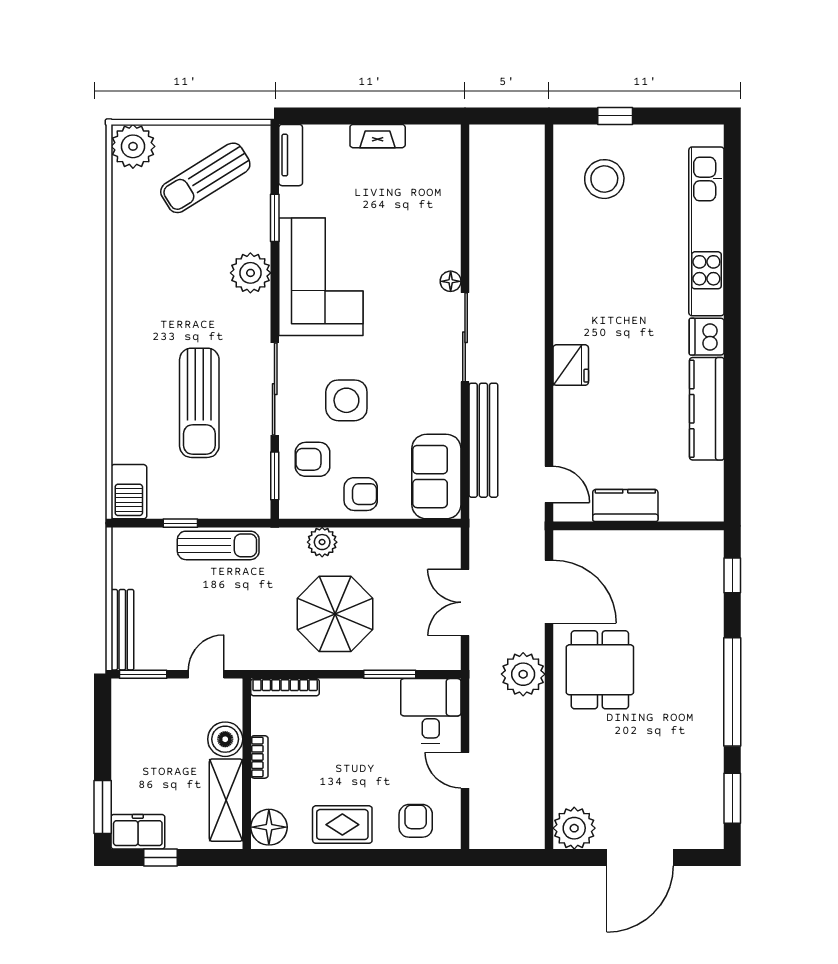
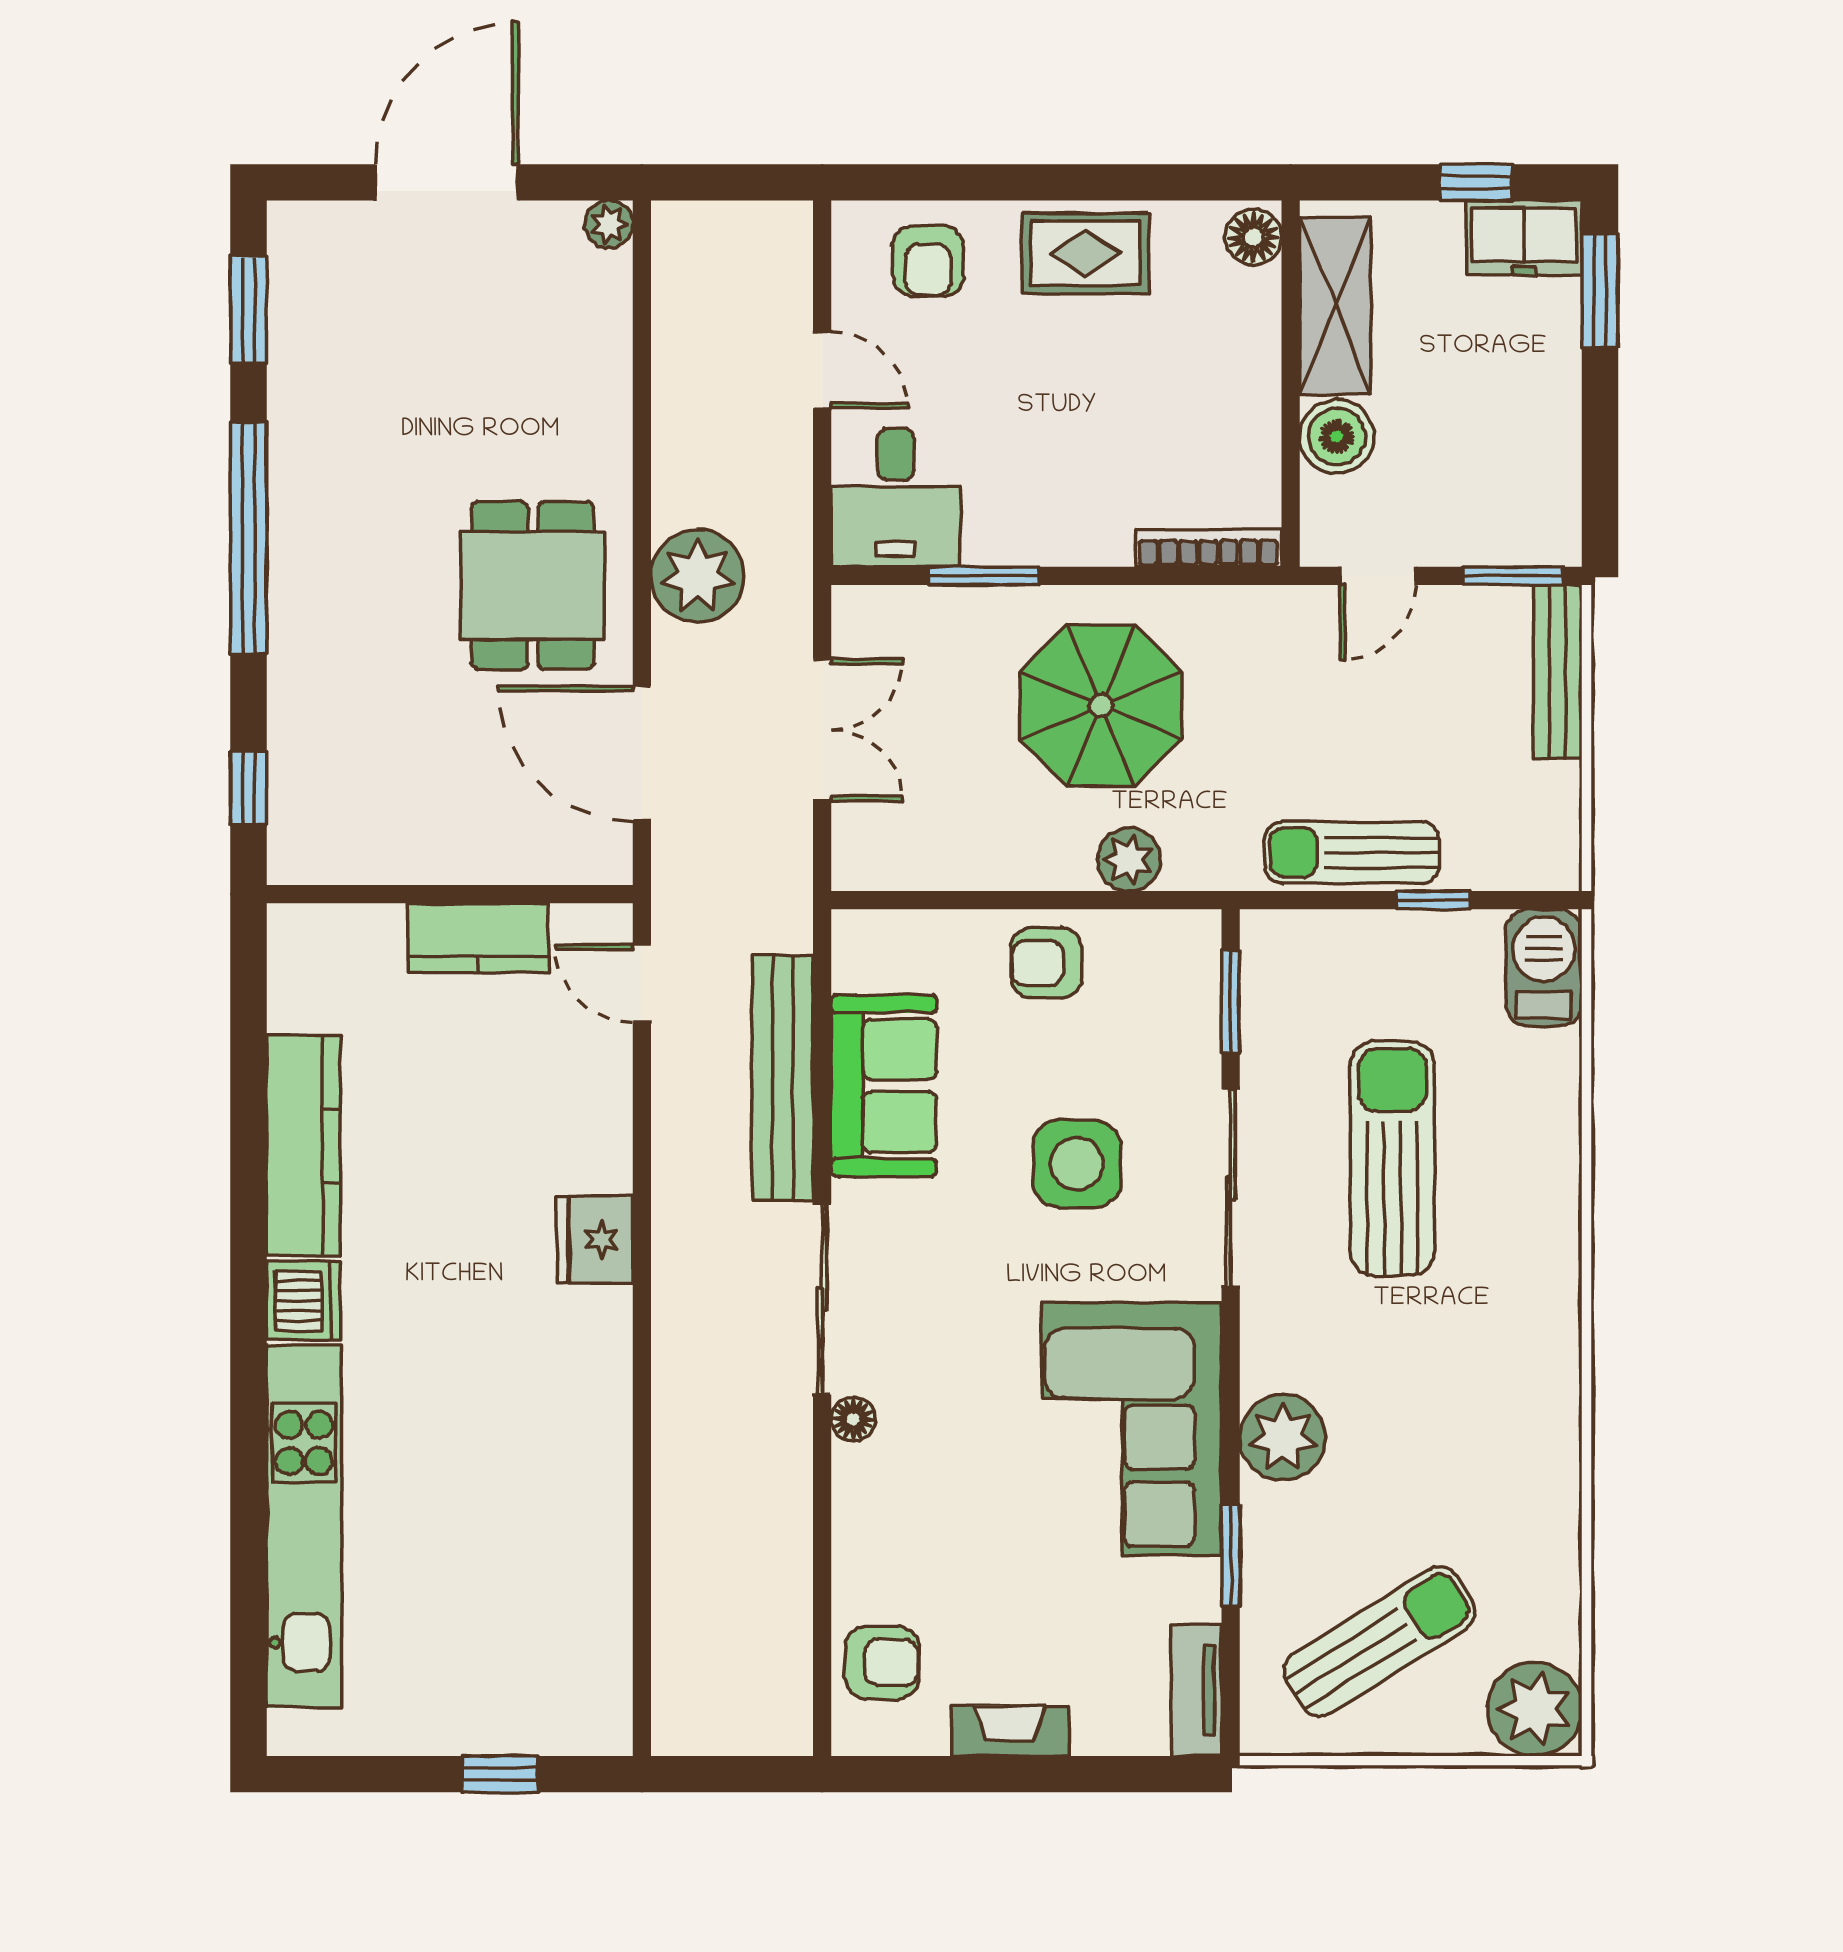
stool: (604, 179) -> (523, 1639), removed
armchair: (313, 459) -> (882, 1663), moved
sofa: (436, 477) -> (884, 1086), moved
bookcase: (259, 757) -> (1263, 398), removed
floor lamp: (269, 827) -> (1253, 237), width x0.73, depth x0.73
plant: (574, 828) -> (609, 224), width x0.53, depth x0.53

